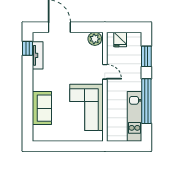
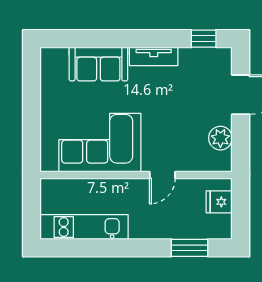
plant: (95, 39) -> (220, 138), moved
tv unit: (38, 55) -> (154, 56), moved
window: (146, 101) -> (111, 248), removed

